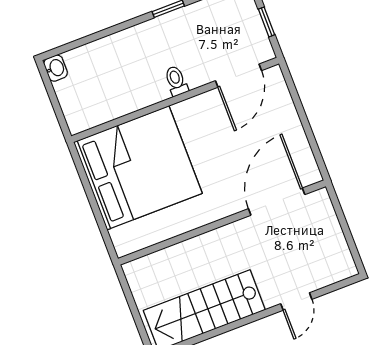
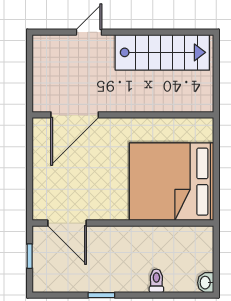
door: (238, 76) -> (67, 223), swing flipped
toilet: (176, 81) -> (156, 281), moved, turned 180

